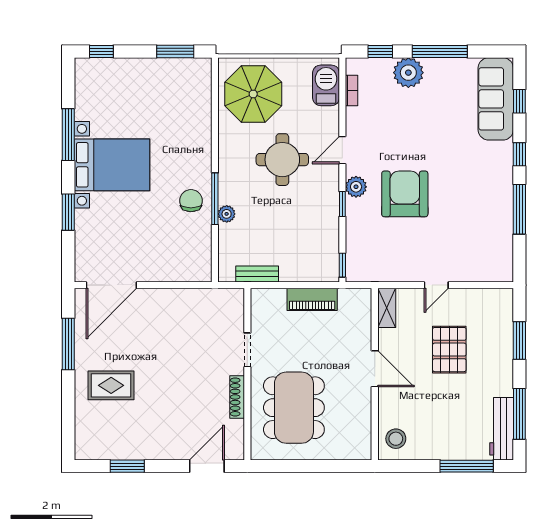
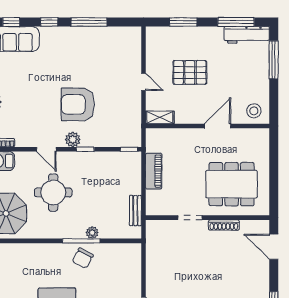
chair: (191, 201) -> (83, 258), turned -62
door: (375, 369) -> (218, 126), moved

